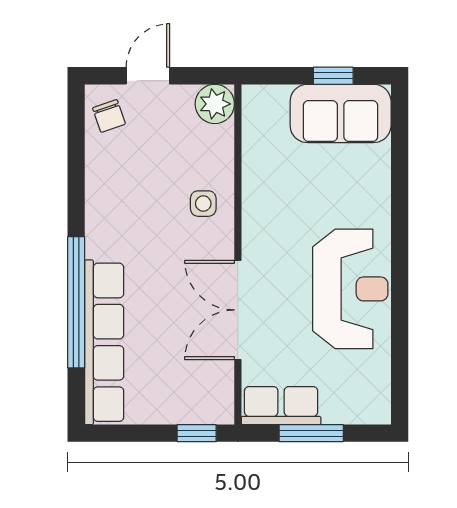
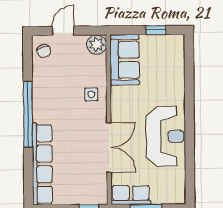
sofa: (341, 113) -> (125, 60), moved, turned -90
window: (76, 302) -> (28, 114), moved
double door: (238, 310) -> (109, 147), swing flipped

